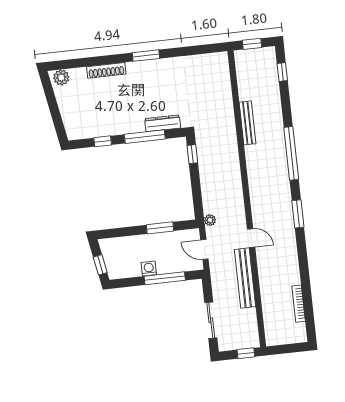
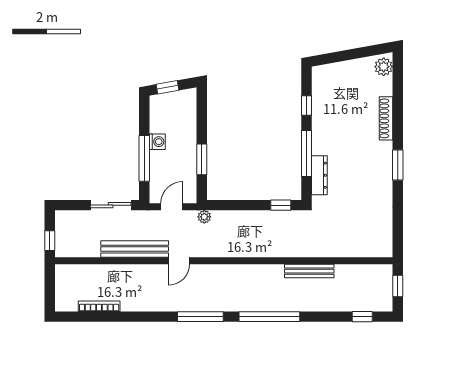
window: (298, 214) -> (200, 317), width x1.44
sliding door: (211, 320) -> (111, 205), moved

